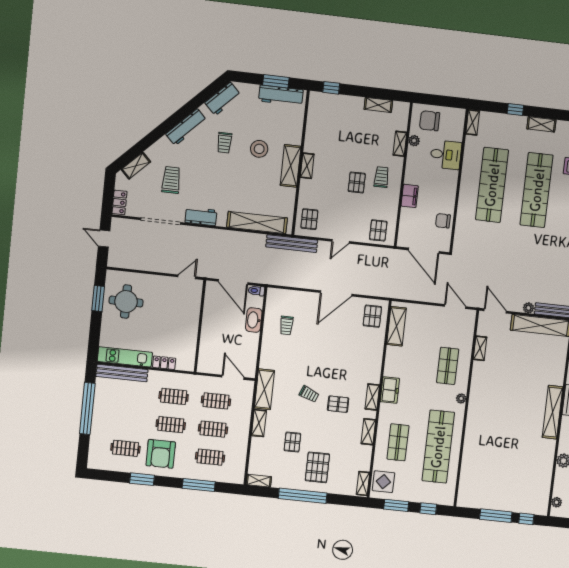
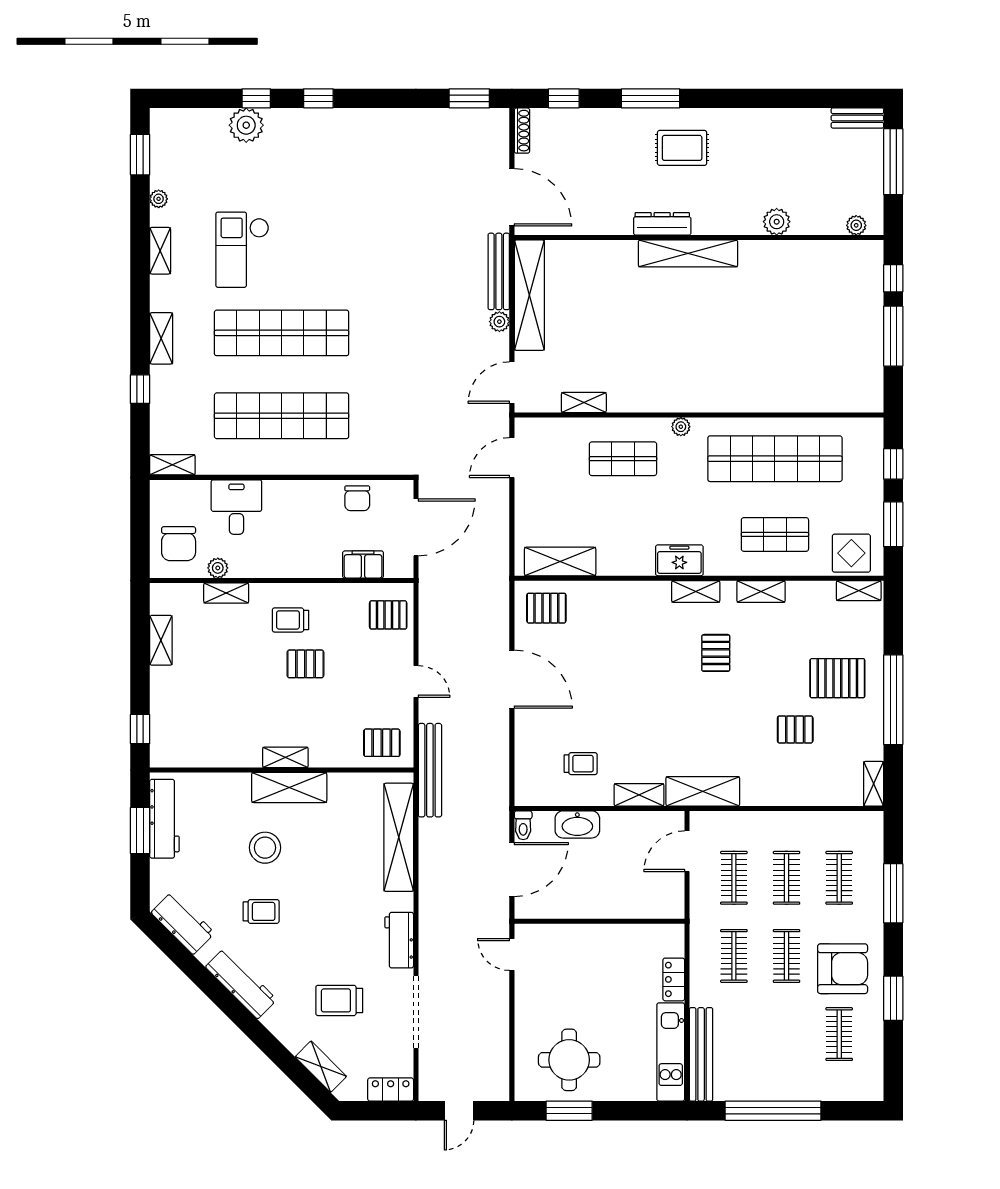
filing cabinet: (410, 196) -> (363, 565), moved
trolley: (309, 394) -> (703, 709), removed
shelving: (259, 423) -> (639, 795), moved

